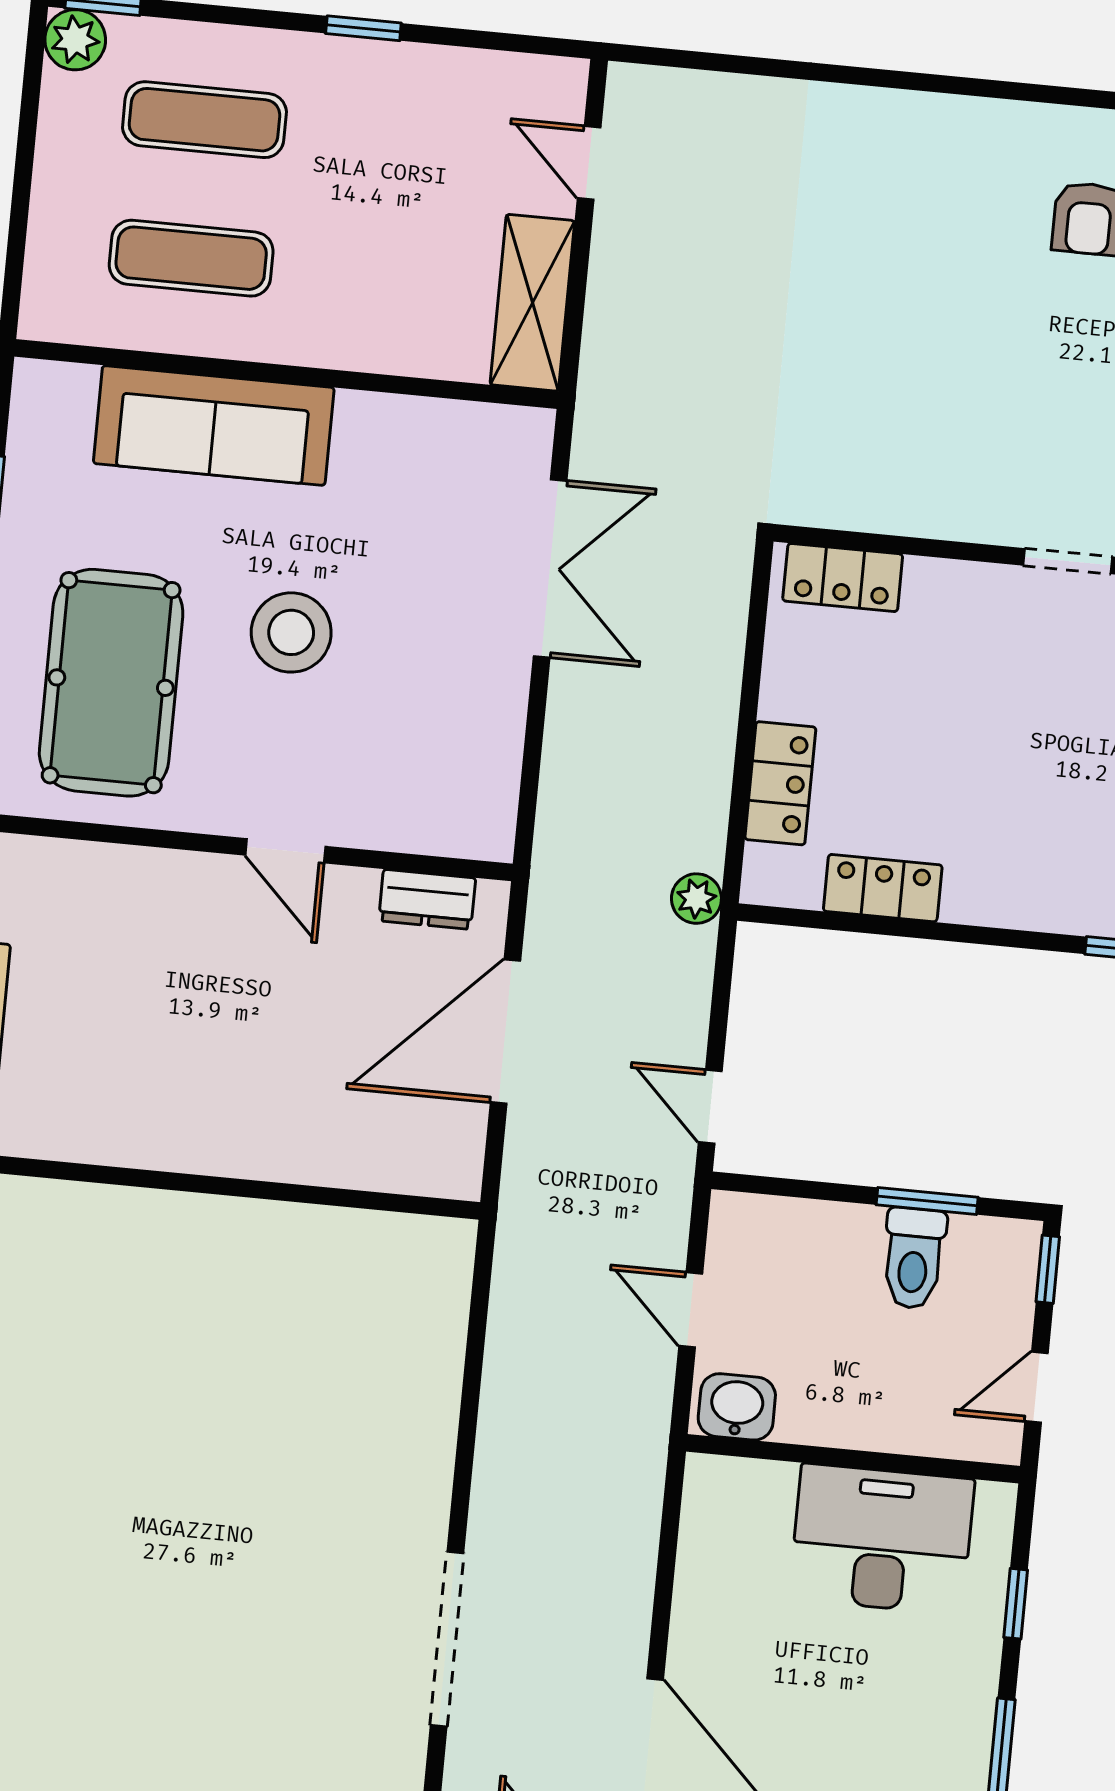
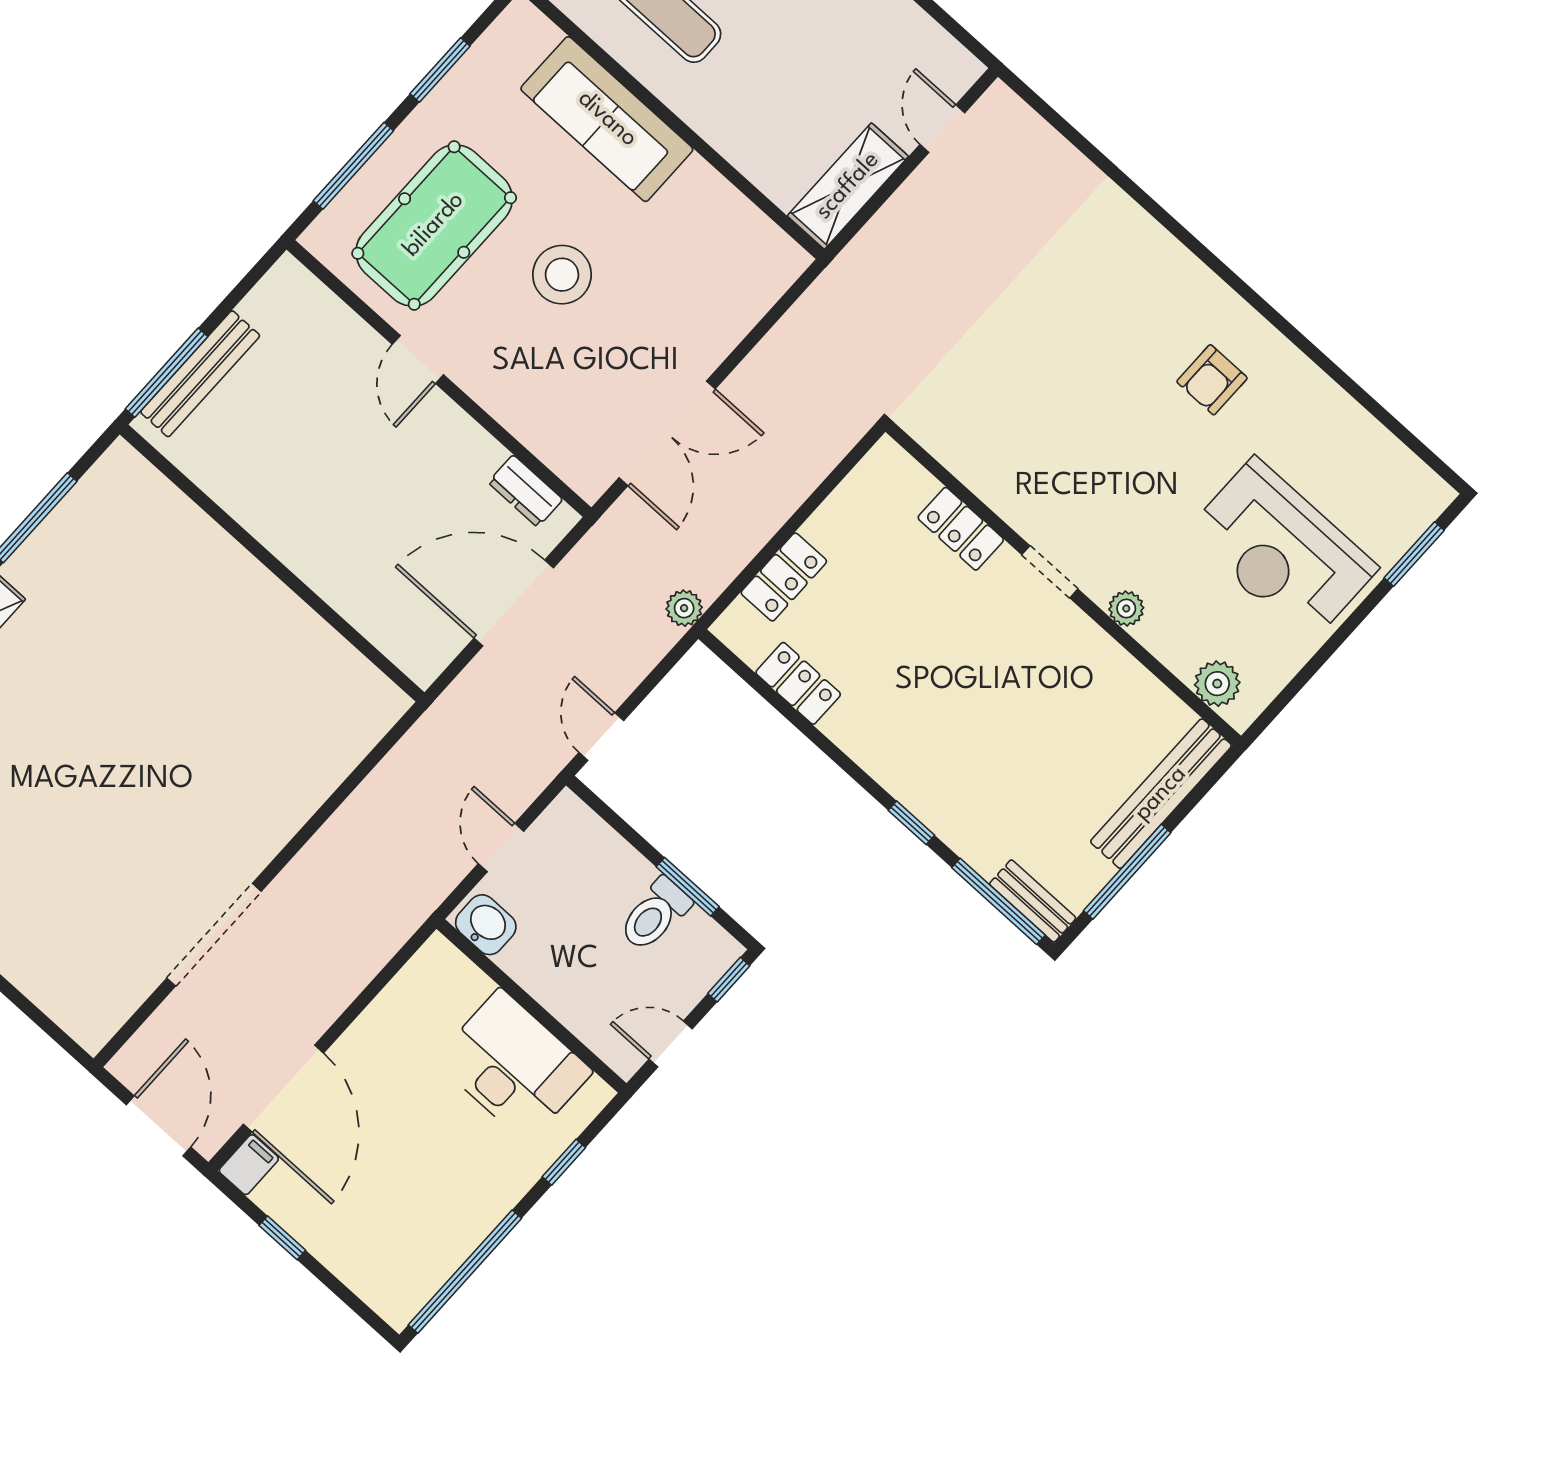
double door: (550, 568) -> (667, 433), moved
locker: (843, 578) -> (961, 529), moved
door: (285, 851) -> (418, 359), moved

